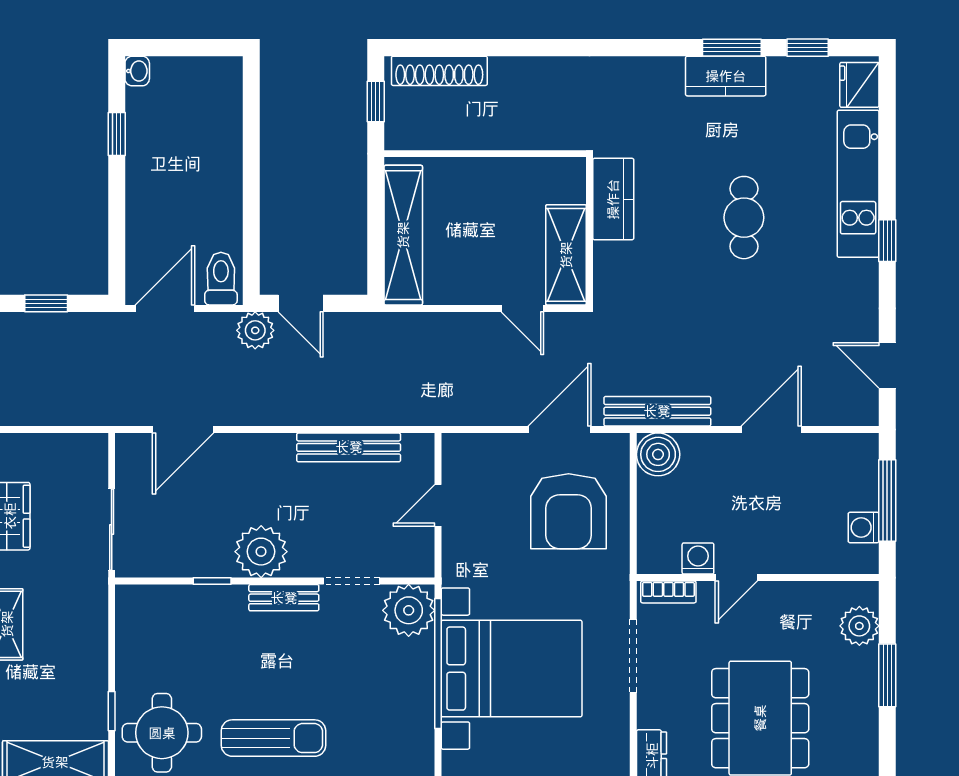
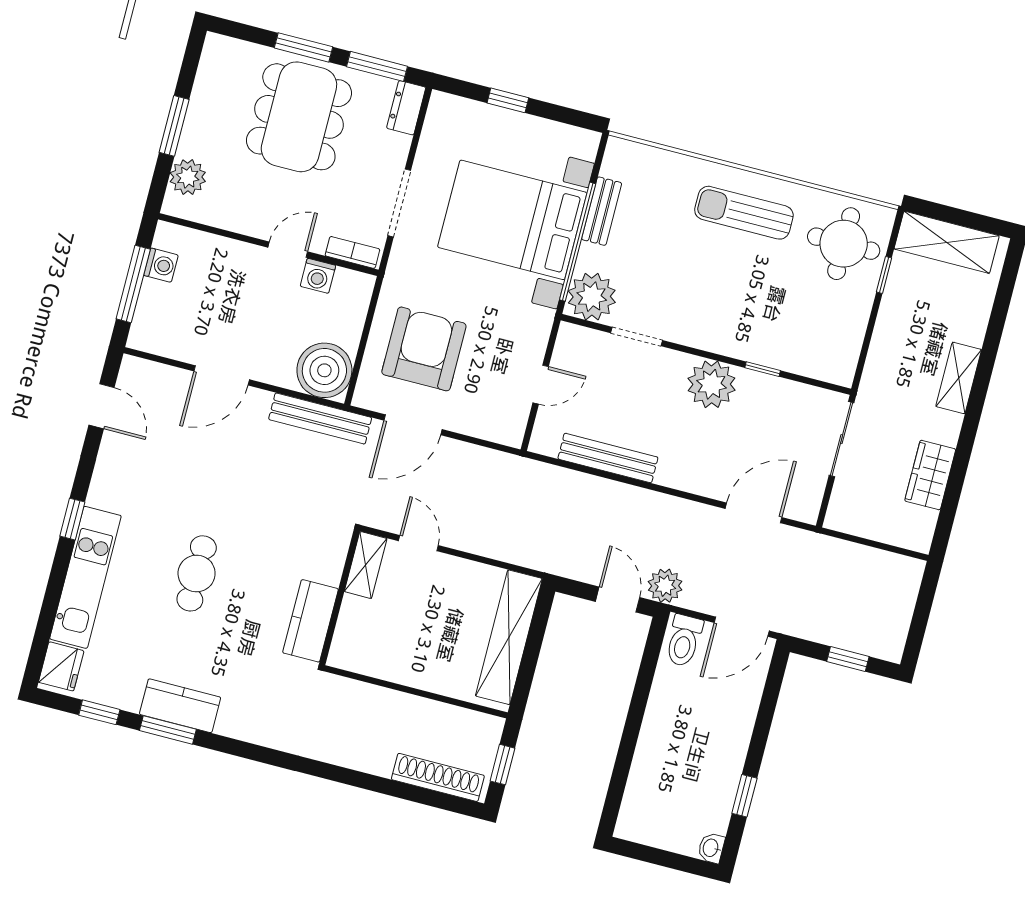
shelving: (566, 255) -> (366, 565), width x0.67, depth x0.75
boiler: (658, 454) -> (324, 370), width x1.37, depth x1.37
bench: (284, 598) -> (602, 211), moved, turned 90

